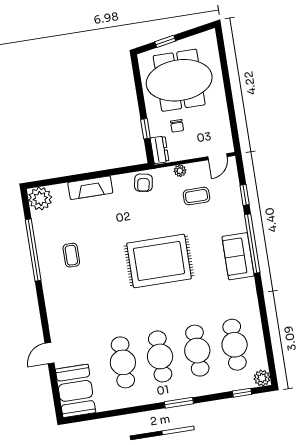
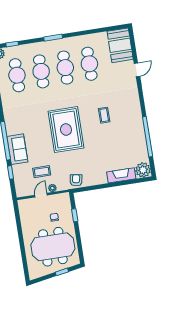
dresser: (160, 150) -> (66, 202), removed
door: (217, 157) -> (41, 195), moved
fireplace: (90, 188) -> (121, 175), moved
coffee table: (71, 255) -> (104, 115), moved
sofa: (238, 256) -> (17, 149), moved
rug: (159, 261) -> (66, 130), turned 90

